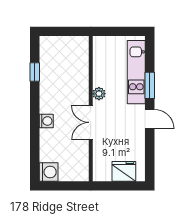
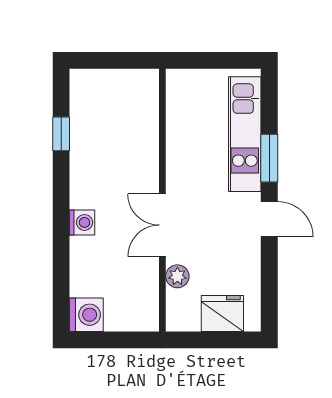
plant: (99, 94) -> (177, 276), moved

